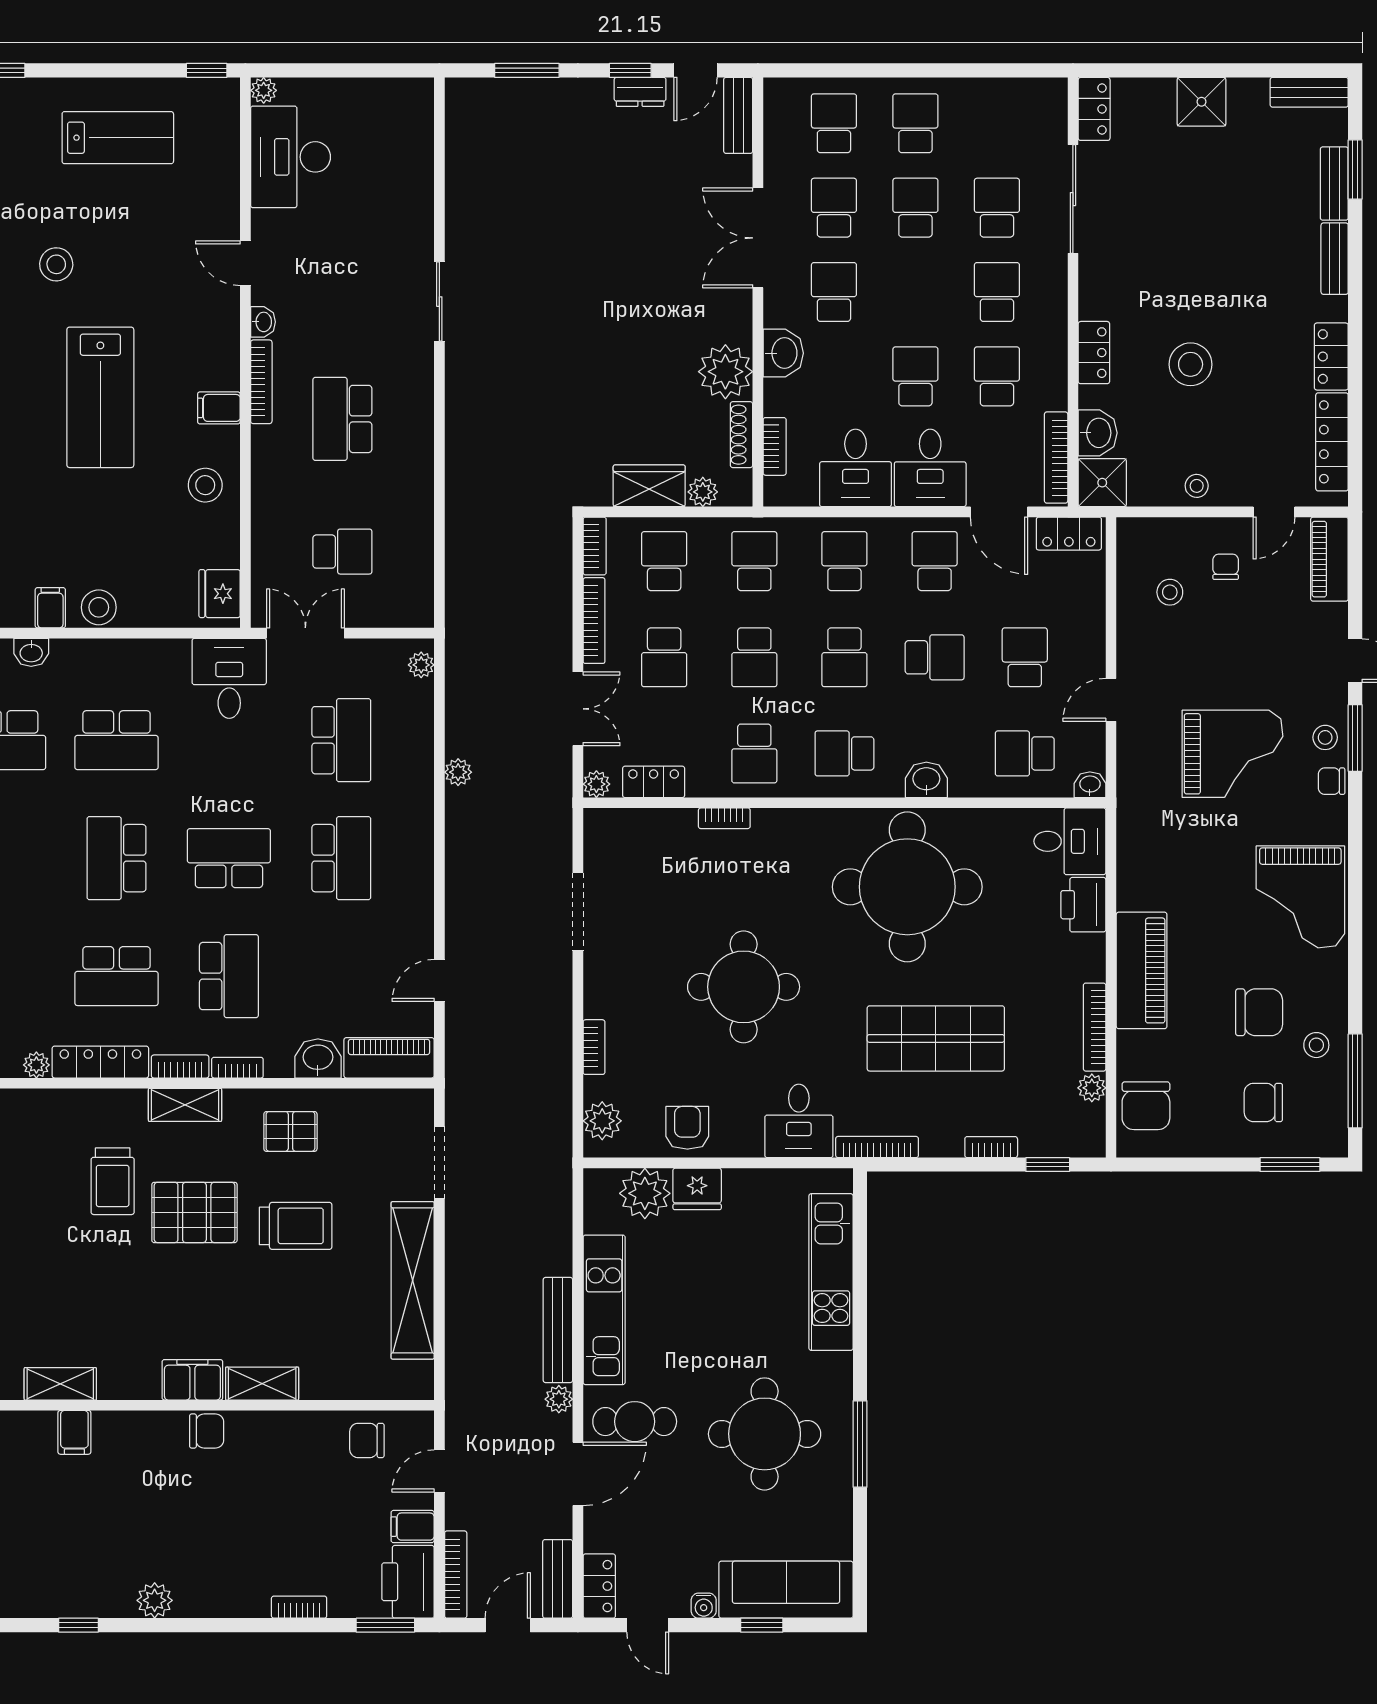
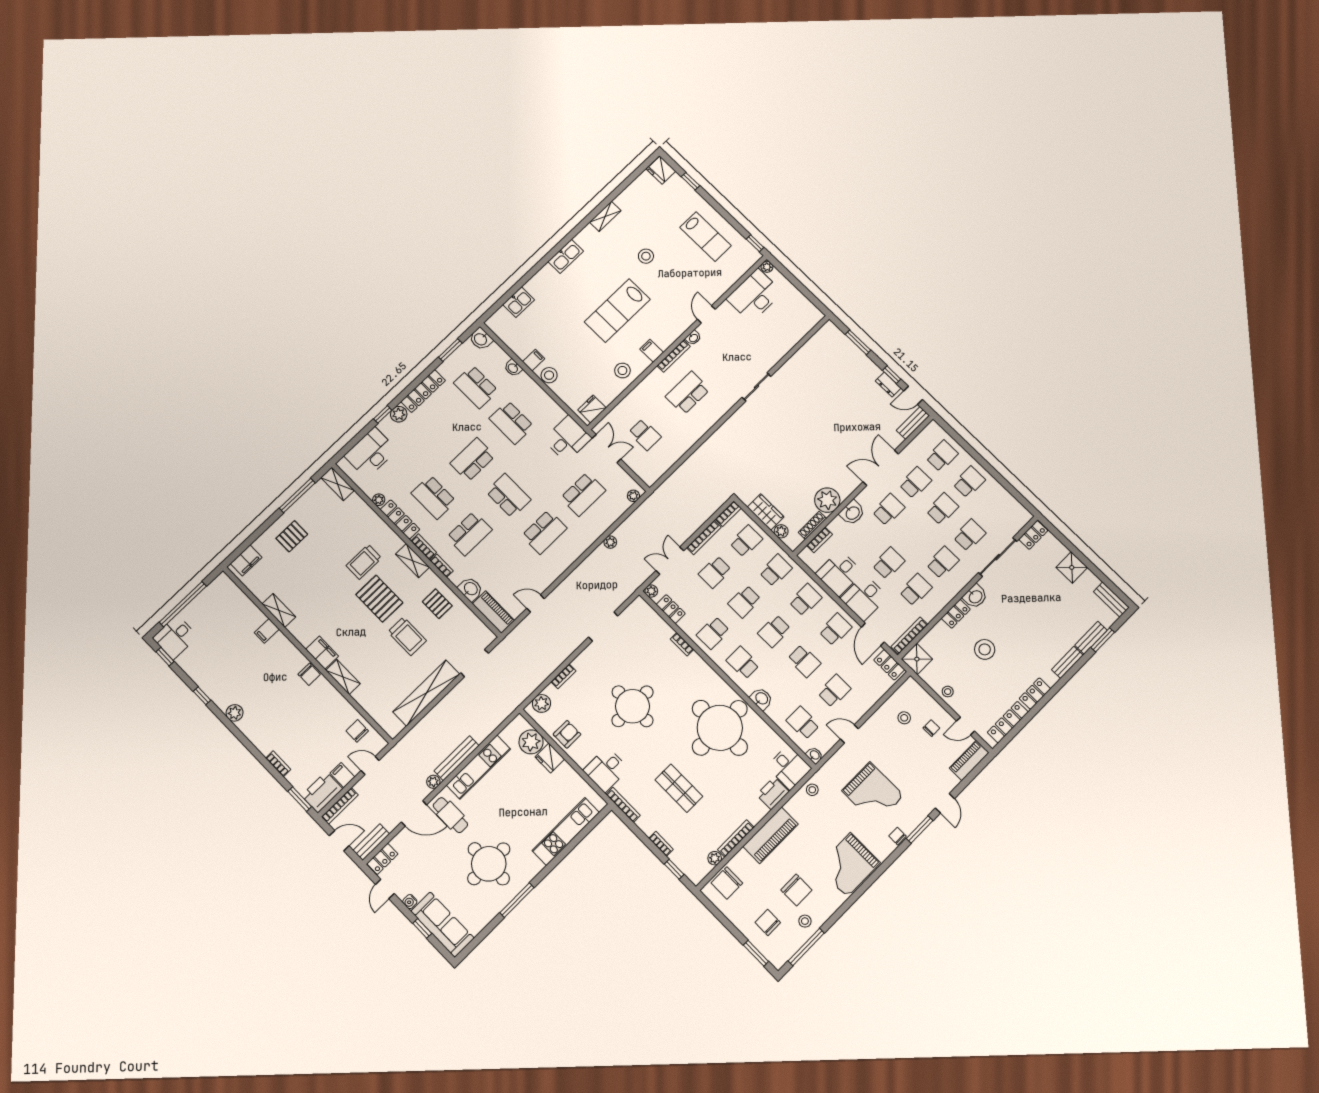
washbasin: (1098, 433) -> (975, 596), moved
double door: (578, 709) -> (670, 561), swing flipped
stool: (1325, 737) -> (812, 790), moved
shop shelf: (936, 1038) -> (679, 788), width x0.70, depth x0.74

